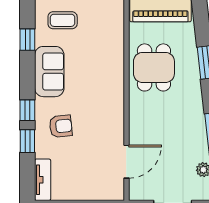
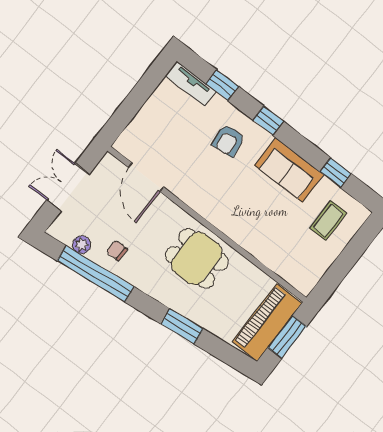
dining table: (154, 67) -> (197, 258), moved
window: (27, 141) -> (222, 85), moved
chair: (189, 144) -> (117, 251), added

